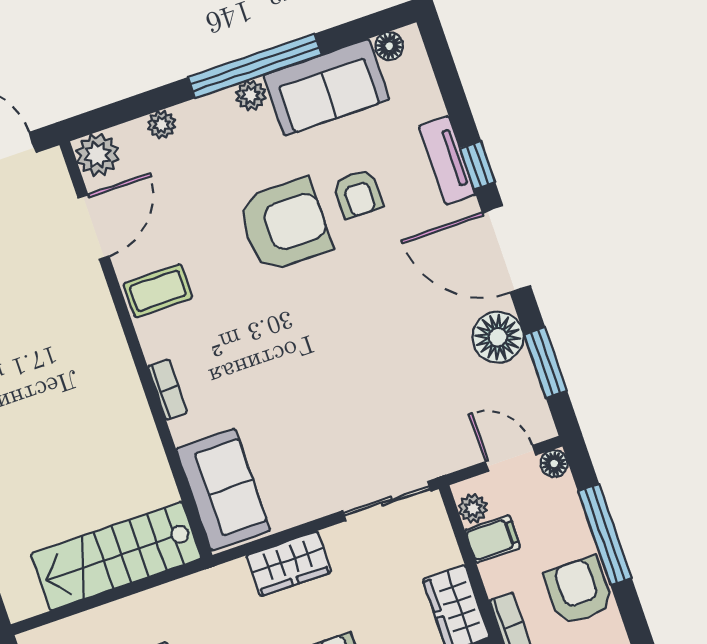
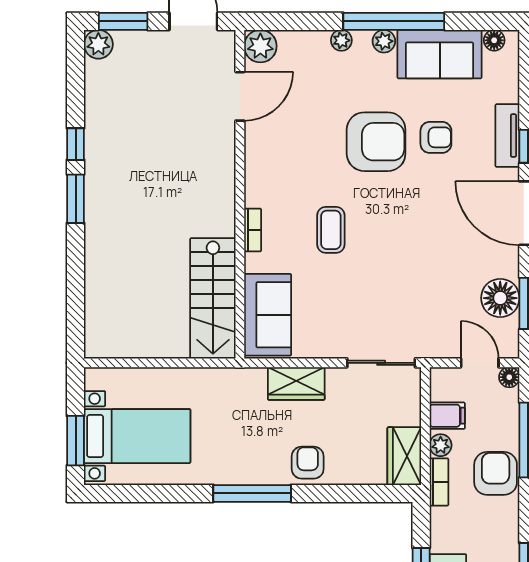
plant: (162, 125) -> (341, 40), moved
armchair: (358, 194) -> (436, 137), turned -90
coffee table: (158, 291) -> (331, 230), moved, turned 90
floor lamp: (498, 337) -> (500, 298), moved
plant: (473, 508) -> (441, 445), moved
stairs: (116, 556) -> (213, 298), moved, turned -90

